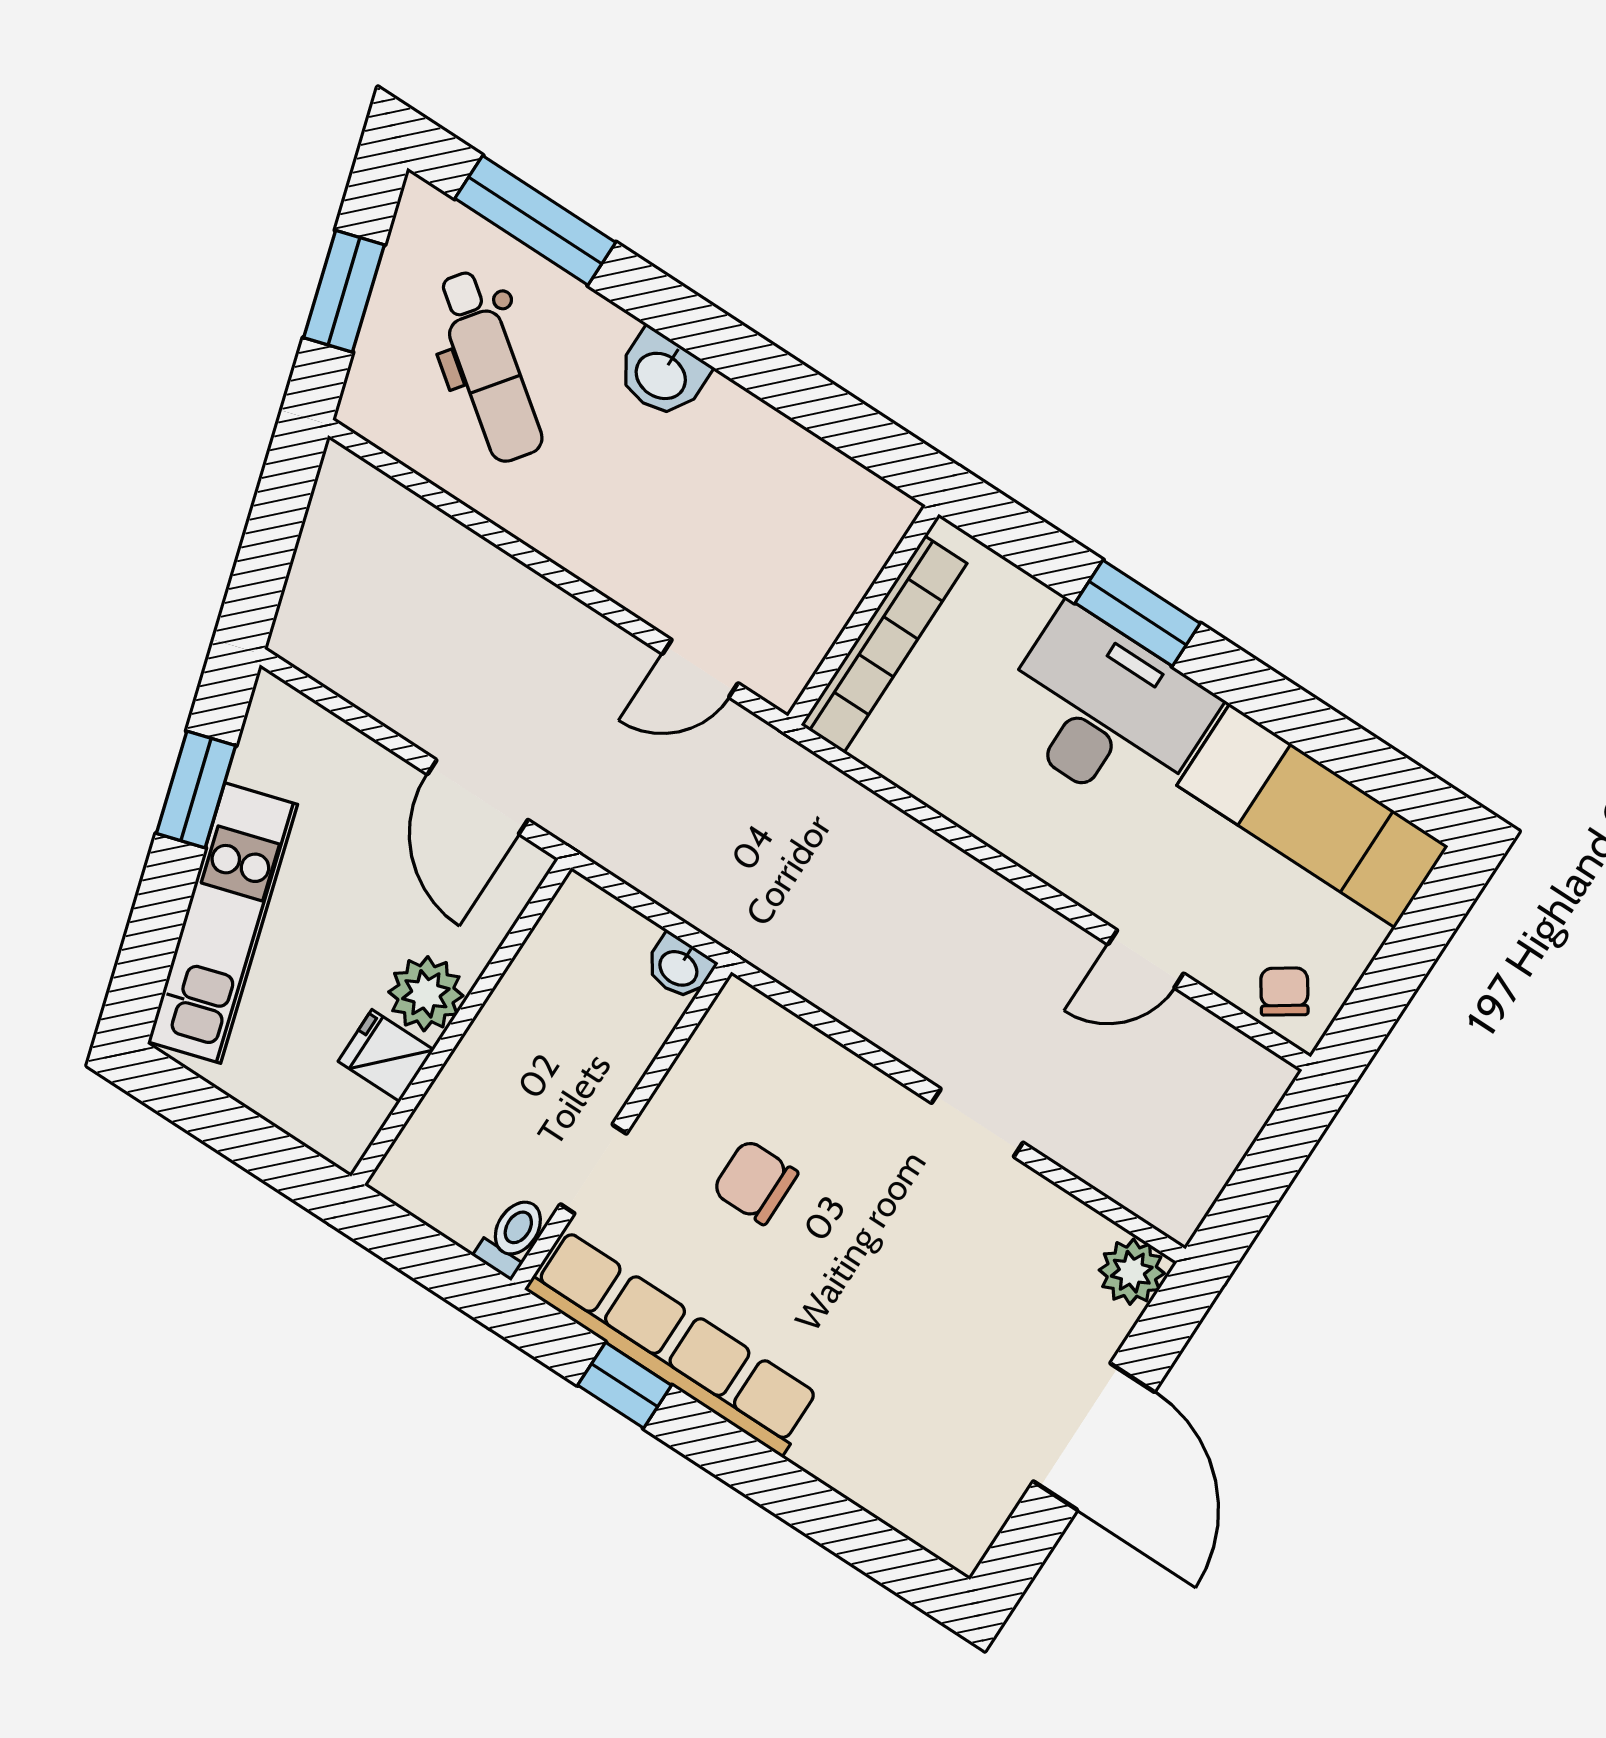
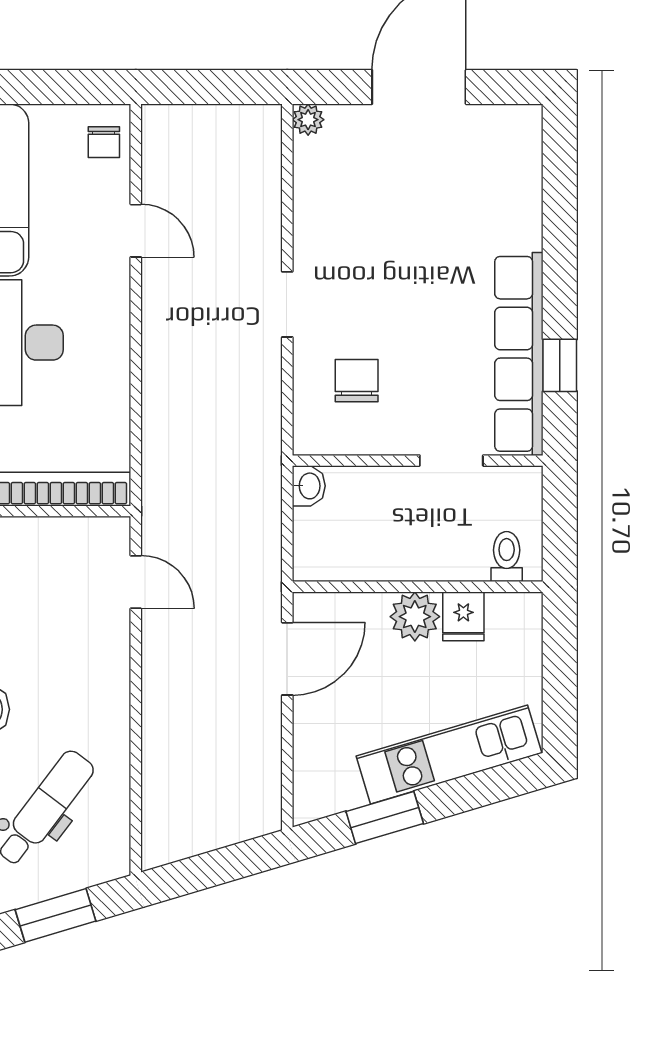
chair: (1284, 992) -> (104, 142), turned -56
doorway: (977, 1123) -> (287, 304), moved
chair: (755, 1182) -> (357, 381), moved, turned 180
toilet: (512, 1236) -> (507, 557), moved, turned 90
plant: (1132, 1272) -> (308, 120), width x0.73, depth x0.73

